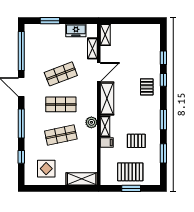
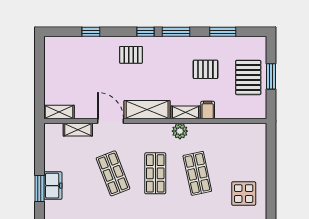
freezer: (76, 30) -> (53, 186), moved
window: (163, 80) -> (145, 32), moved
pallet: (136, 141) -> (205, 69), turned 90
shelving: (82, 179) -> (258, 145), removed

